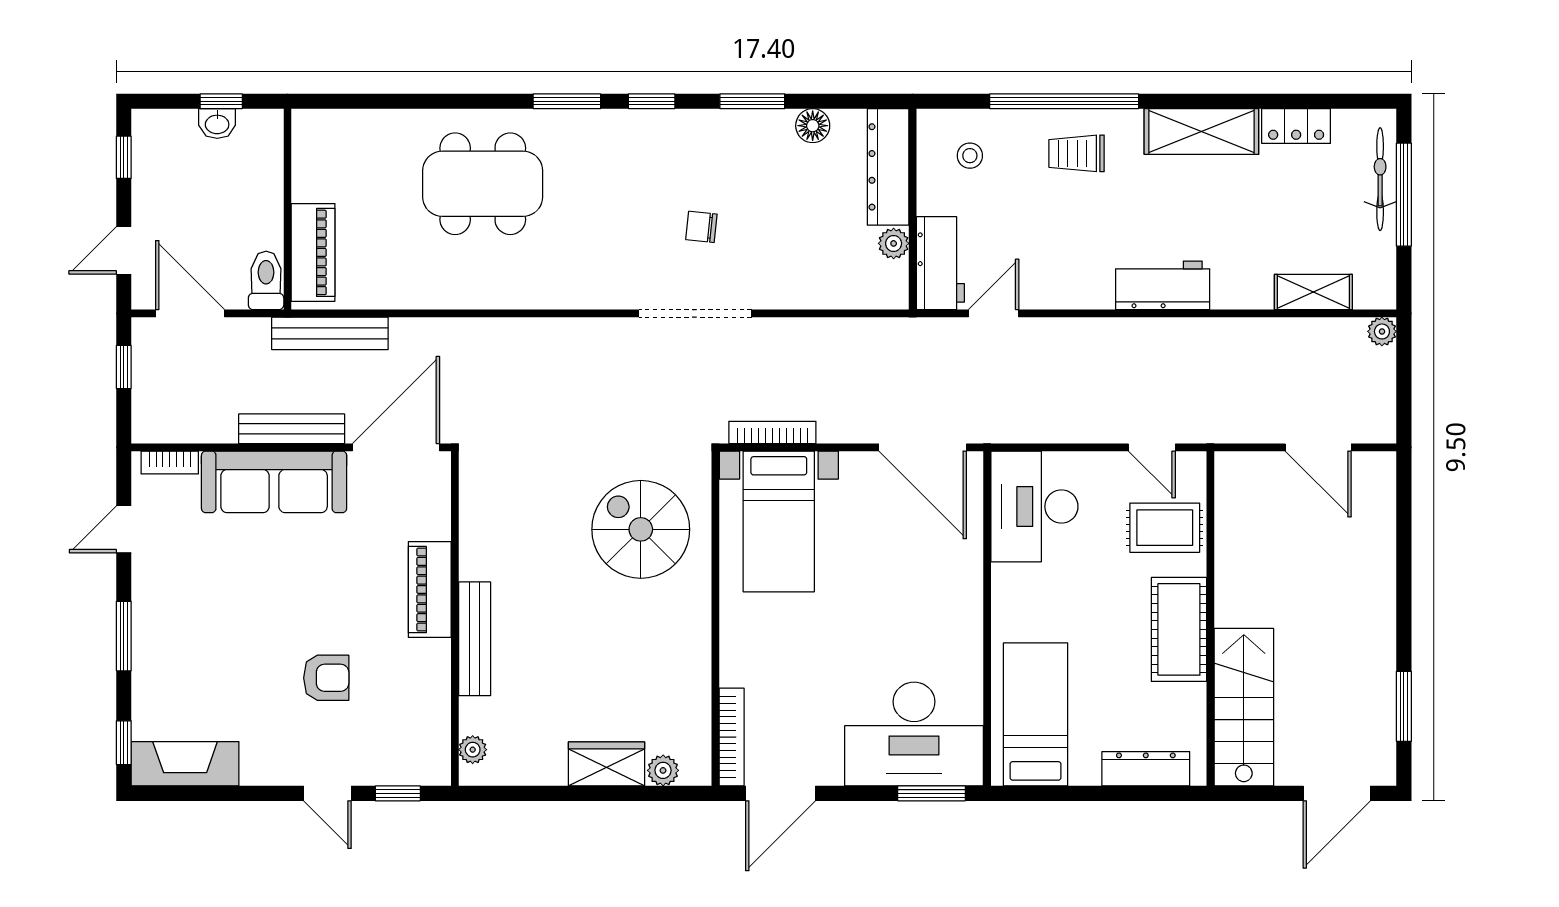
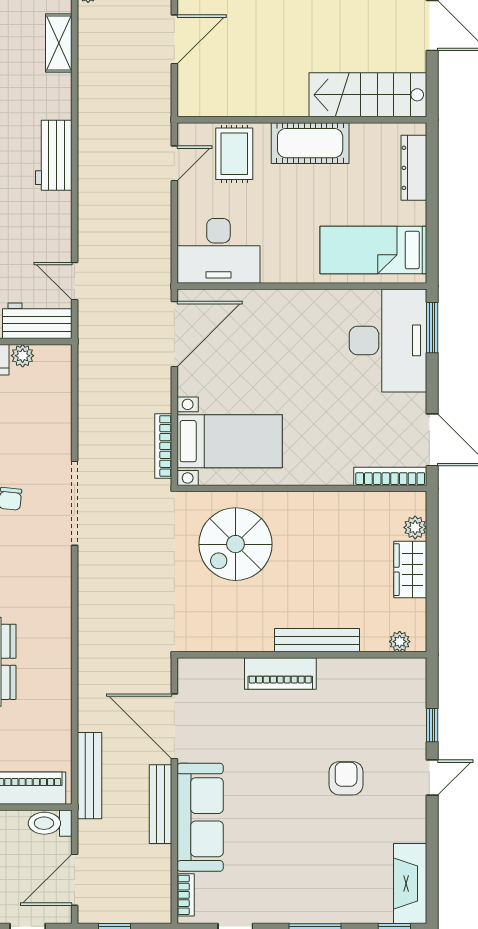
piano: (430, 590) -> (280, 673), moved
wall: (455, 618) -> (302, 655), moved
bench: (475, 639) -> (317, 640), moved
plant: (473, 750) -> (400, 642), moved

